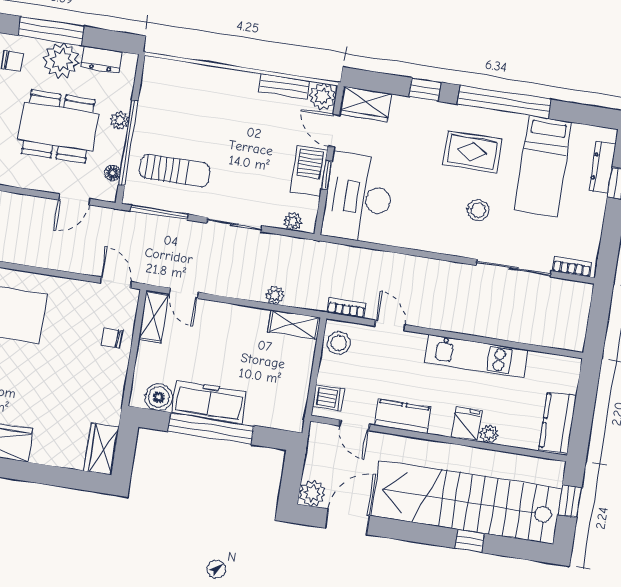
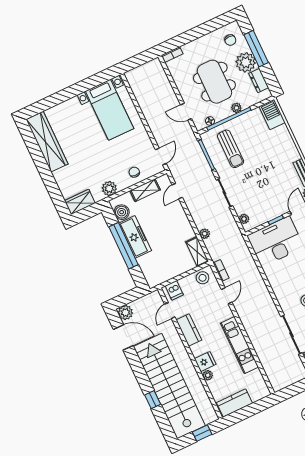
barbecue: (309, 171) -> (272, 114), moved, turned -90
shelving: (154, 317) -> (145, 190), moved
plant: (111, 392) -> (109, 189), added

